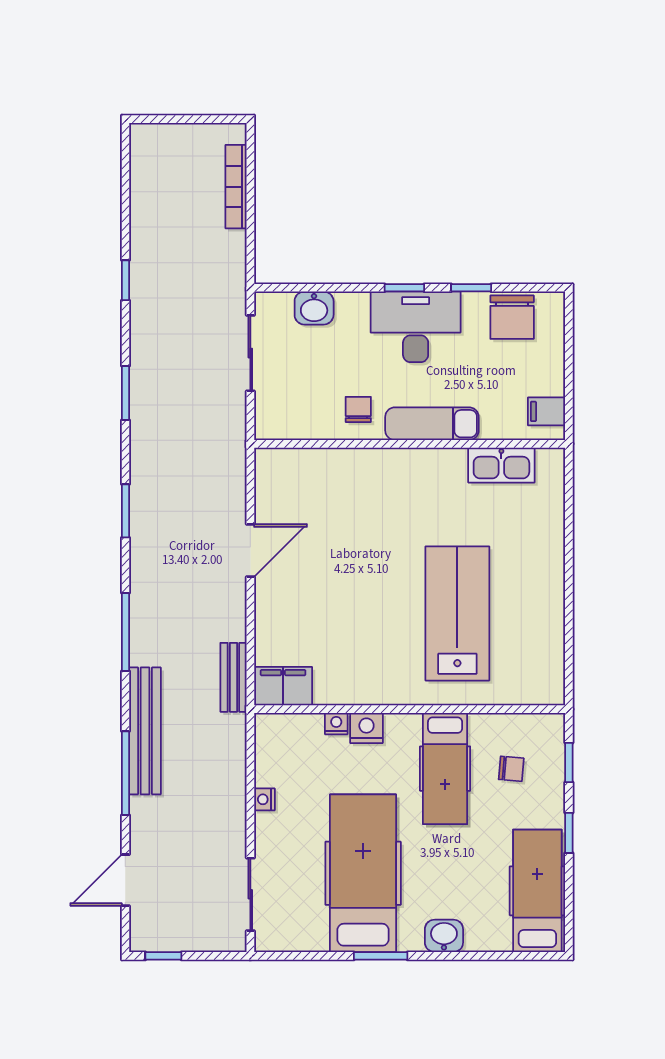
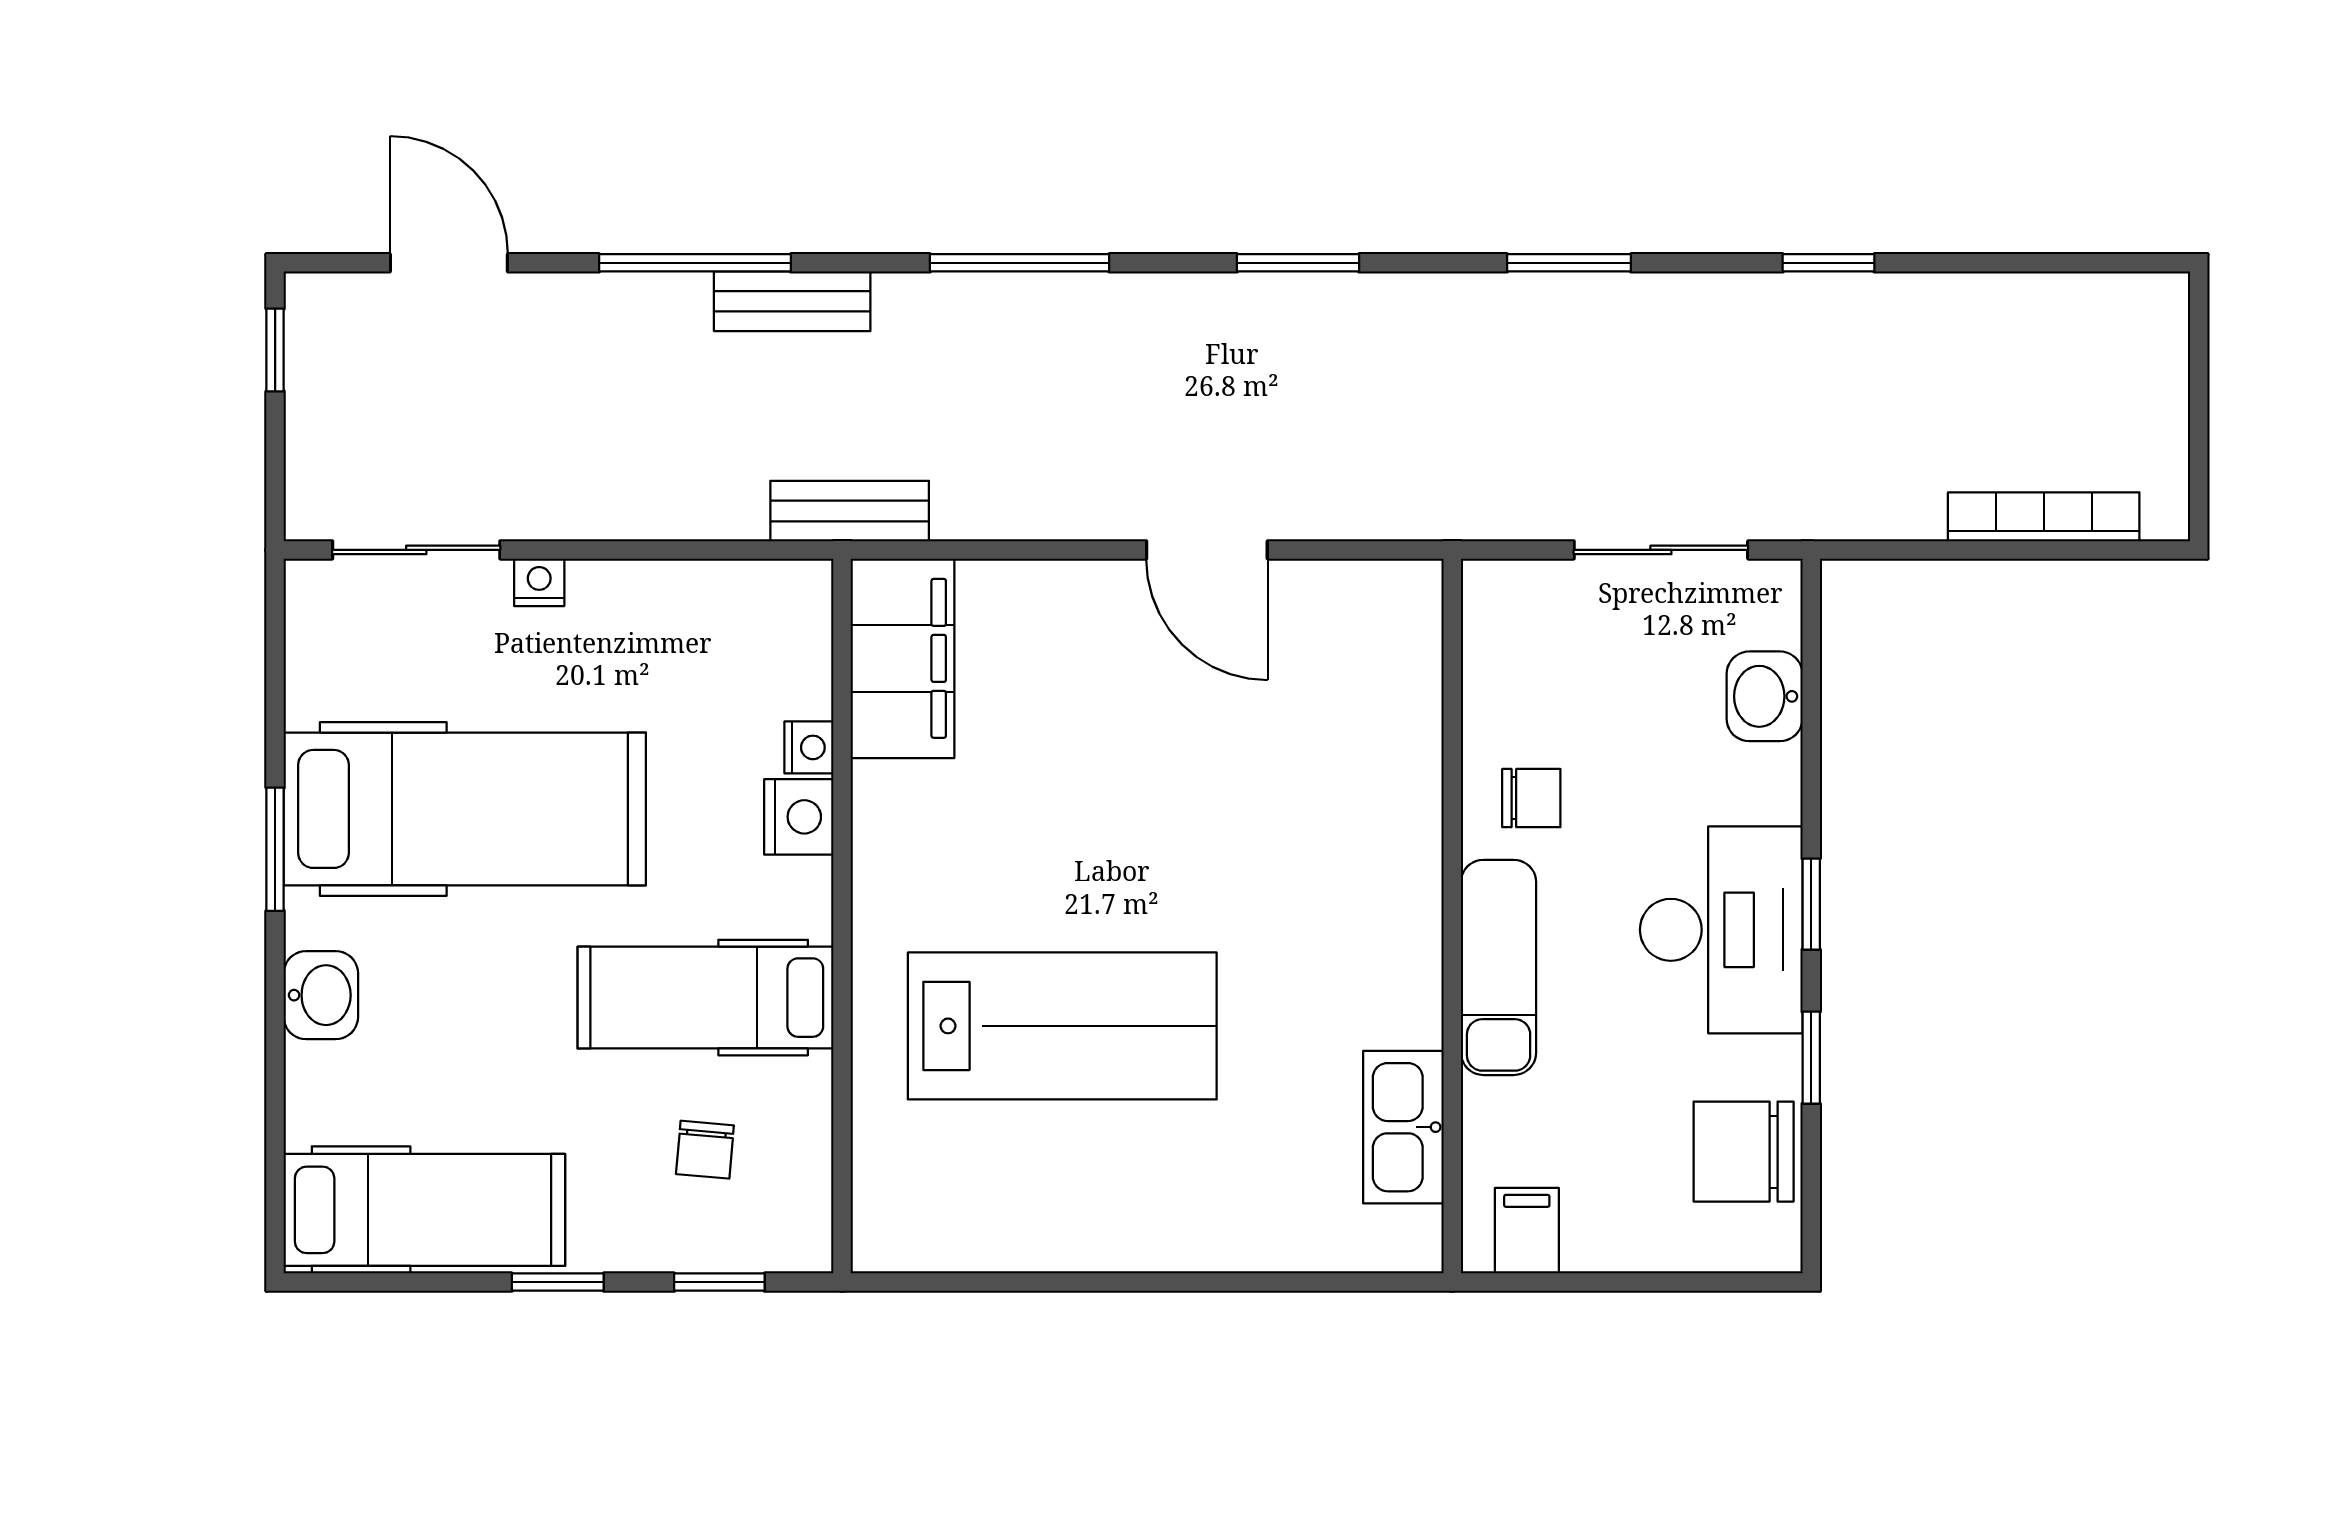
bench: (233, 677) -> (850, 511), moved
filing cabinet: (283, 686) -> (902, 658), width x1.50, depth x1.17
bench: (145, 731) -> (792, 301), width x0.54, depth x0.82
nightstand: (264, 799) -> (539, 582), moved

